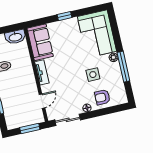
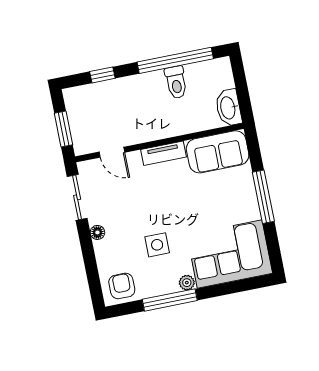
window: (64, 16) -> (263, 197), width x2.17
armchair: (102, 97) -> (122, 286), moved

